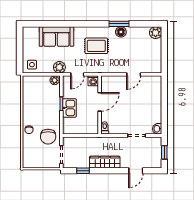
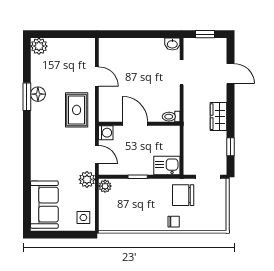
sofa: (56, 37) -> (44, 205), moved
rug: (96, 46) -> (77, 110), moved
kitchen sink: (69, 108) -> (167, 166), moved
chair: (48, 137) -> (183, 195), turned 180
wardrobe: (105, 162) -> (219, 117), width x0.67

